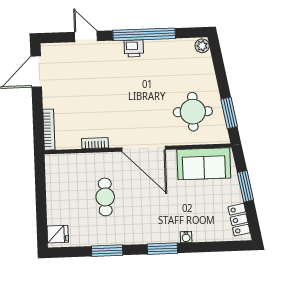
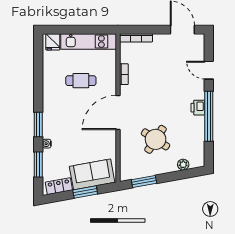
door: (86, 36) -> (209, 70), swing flipped
plant: (202, 46) -> (183, 165), moved
round table: (193, 112) -> (156, 139), moved, turned 33
sofa: (204, 164) -> (92, 174), moved, turned 80
kitchen unit: (56, 189) -> (89, 42), added
window: (107, 251) -> (38, 165), moved

